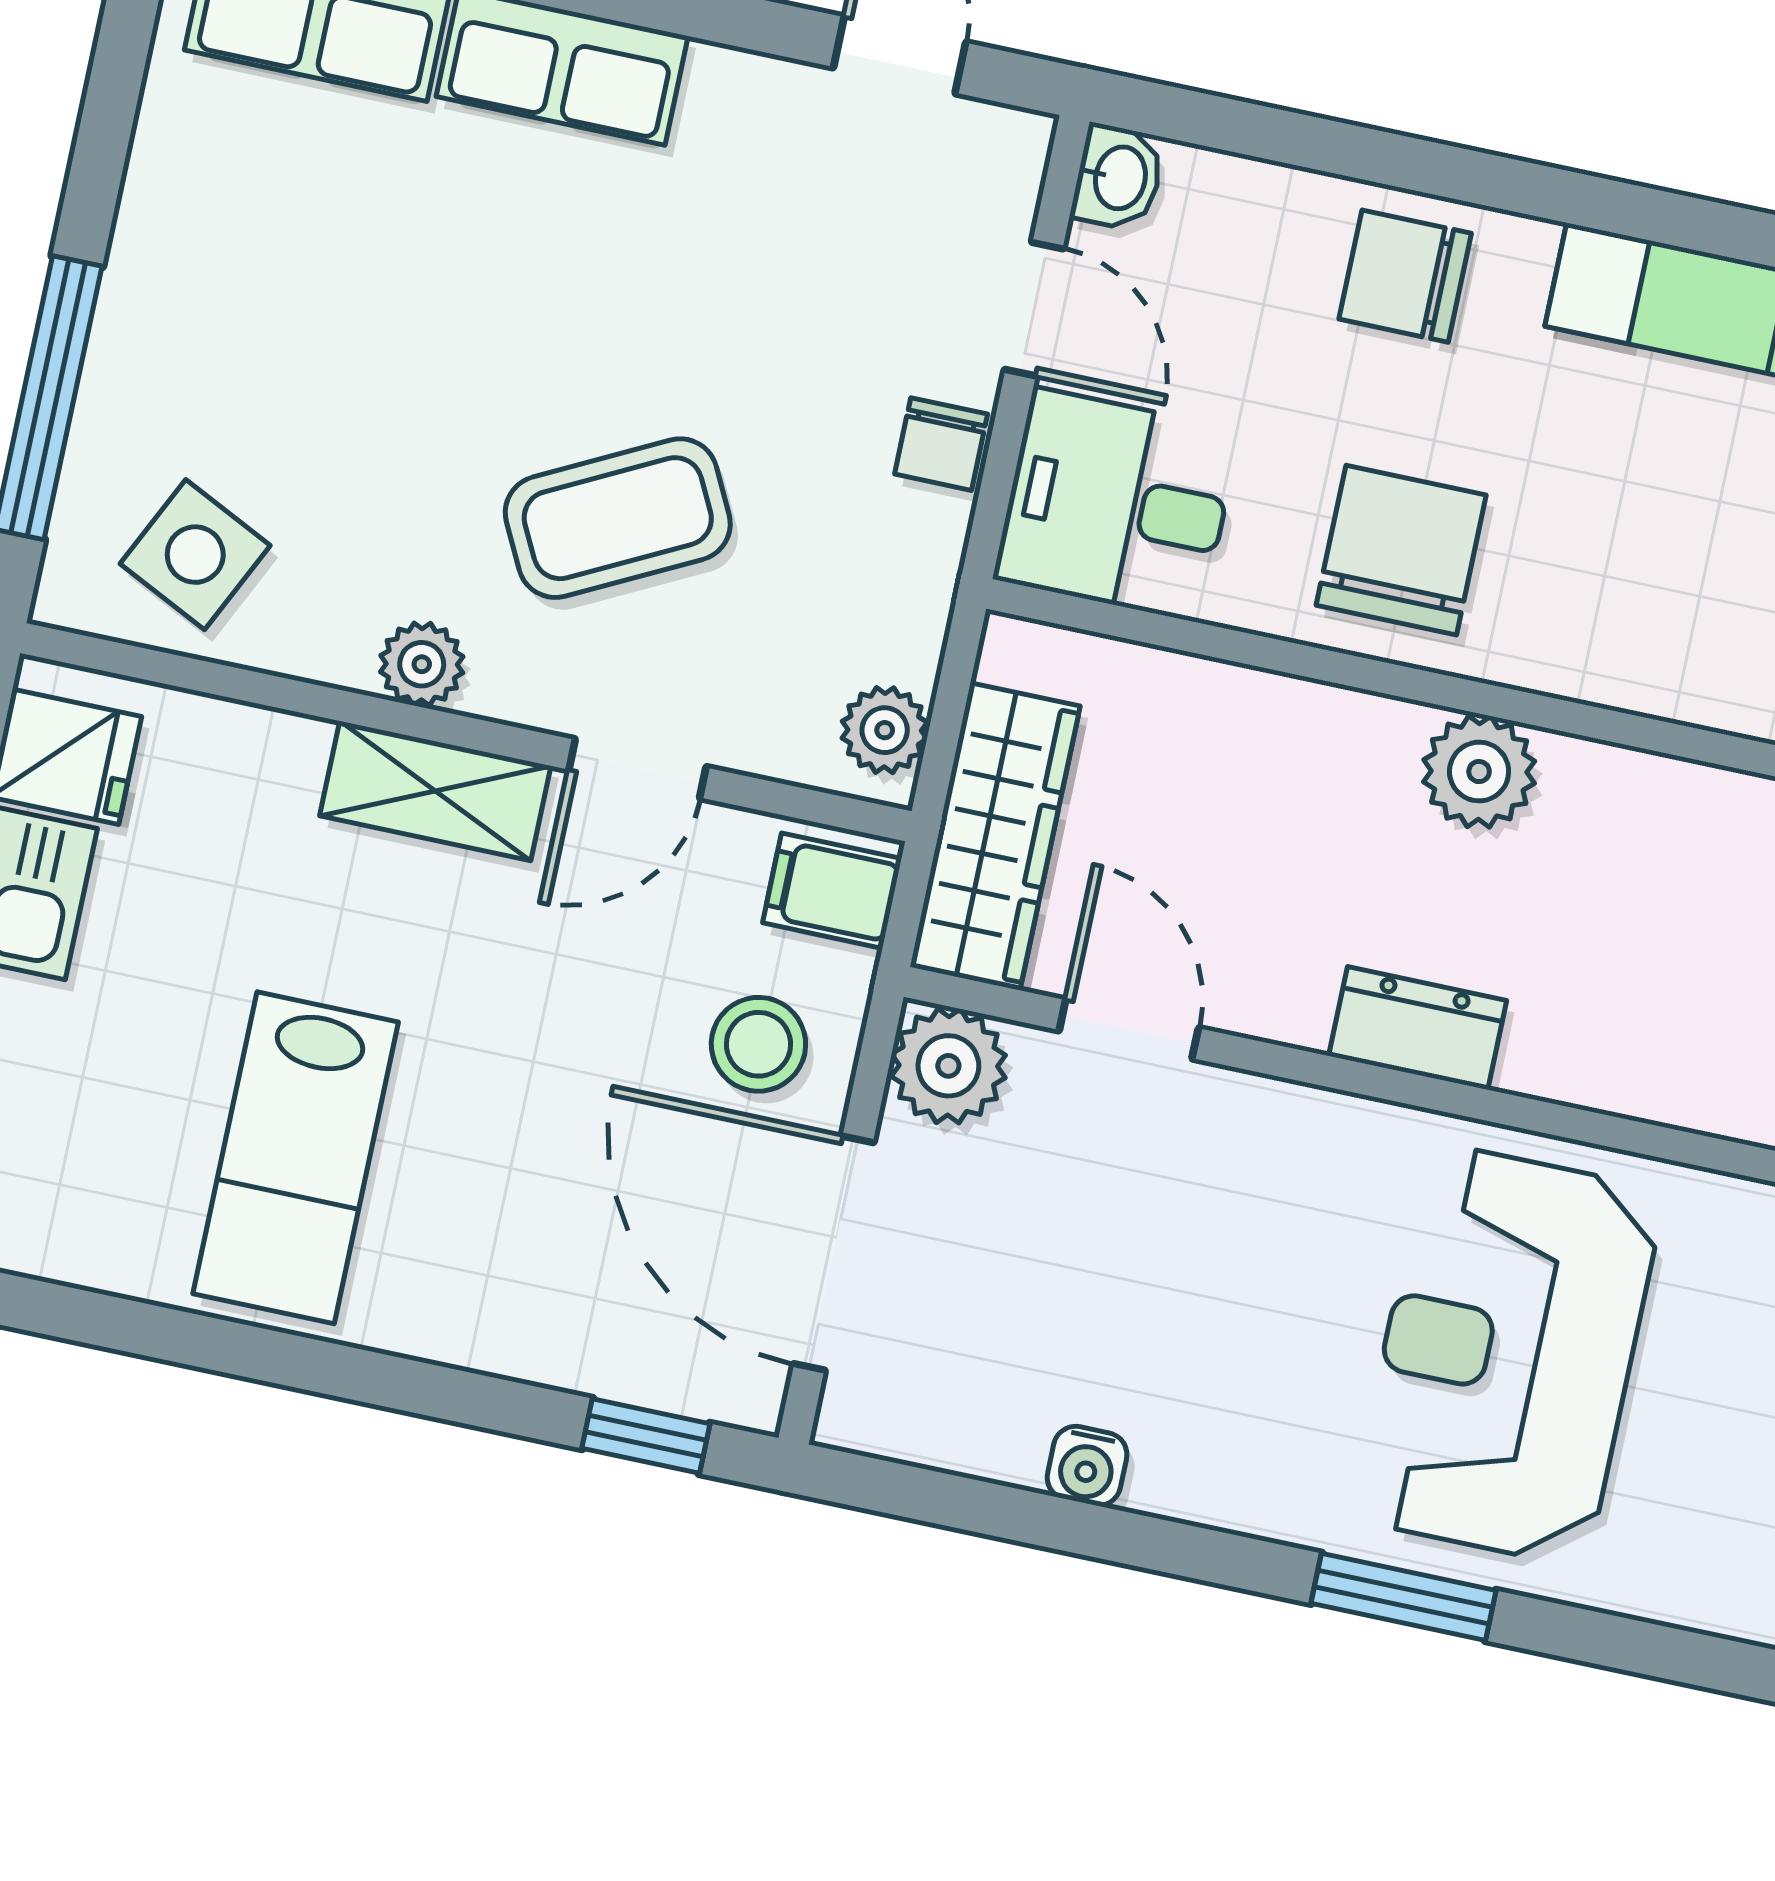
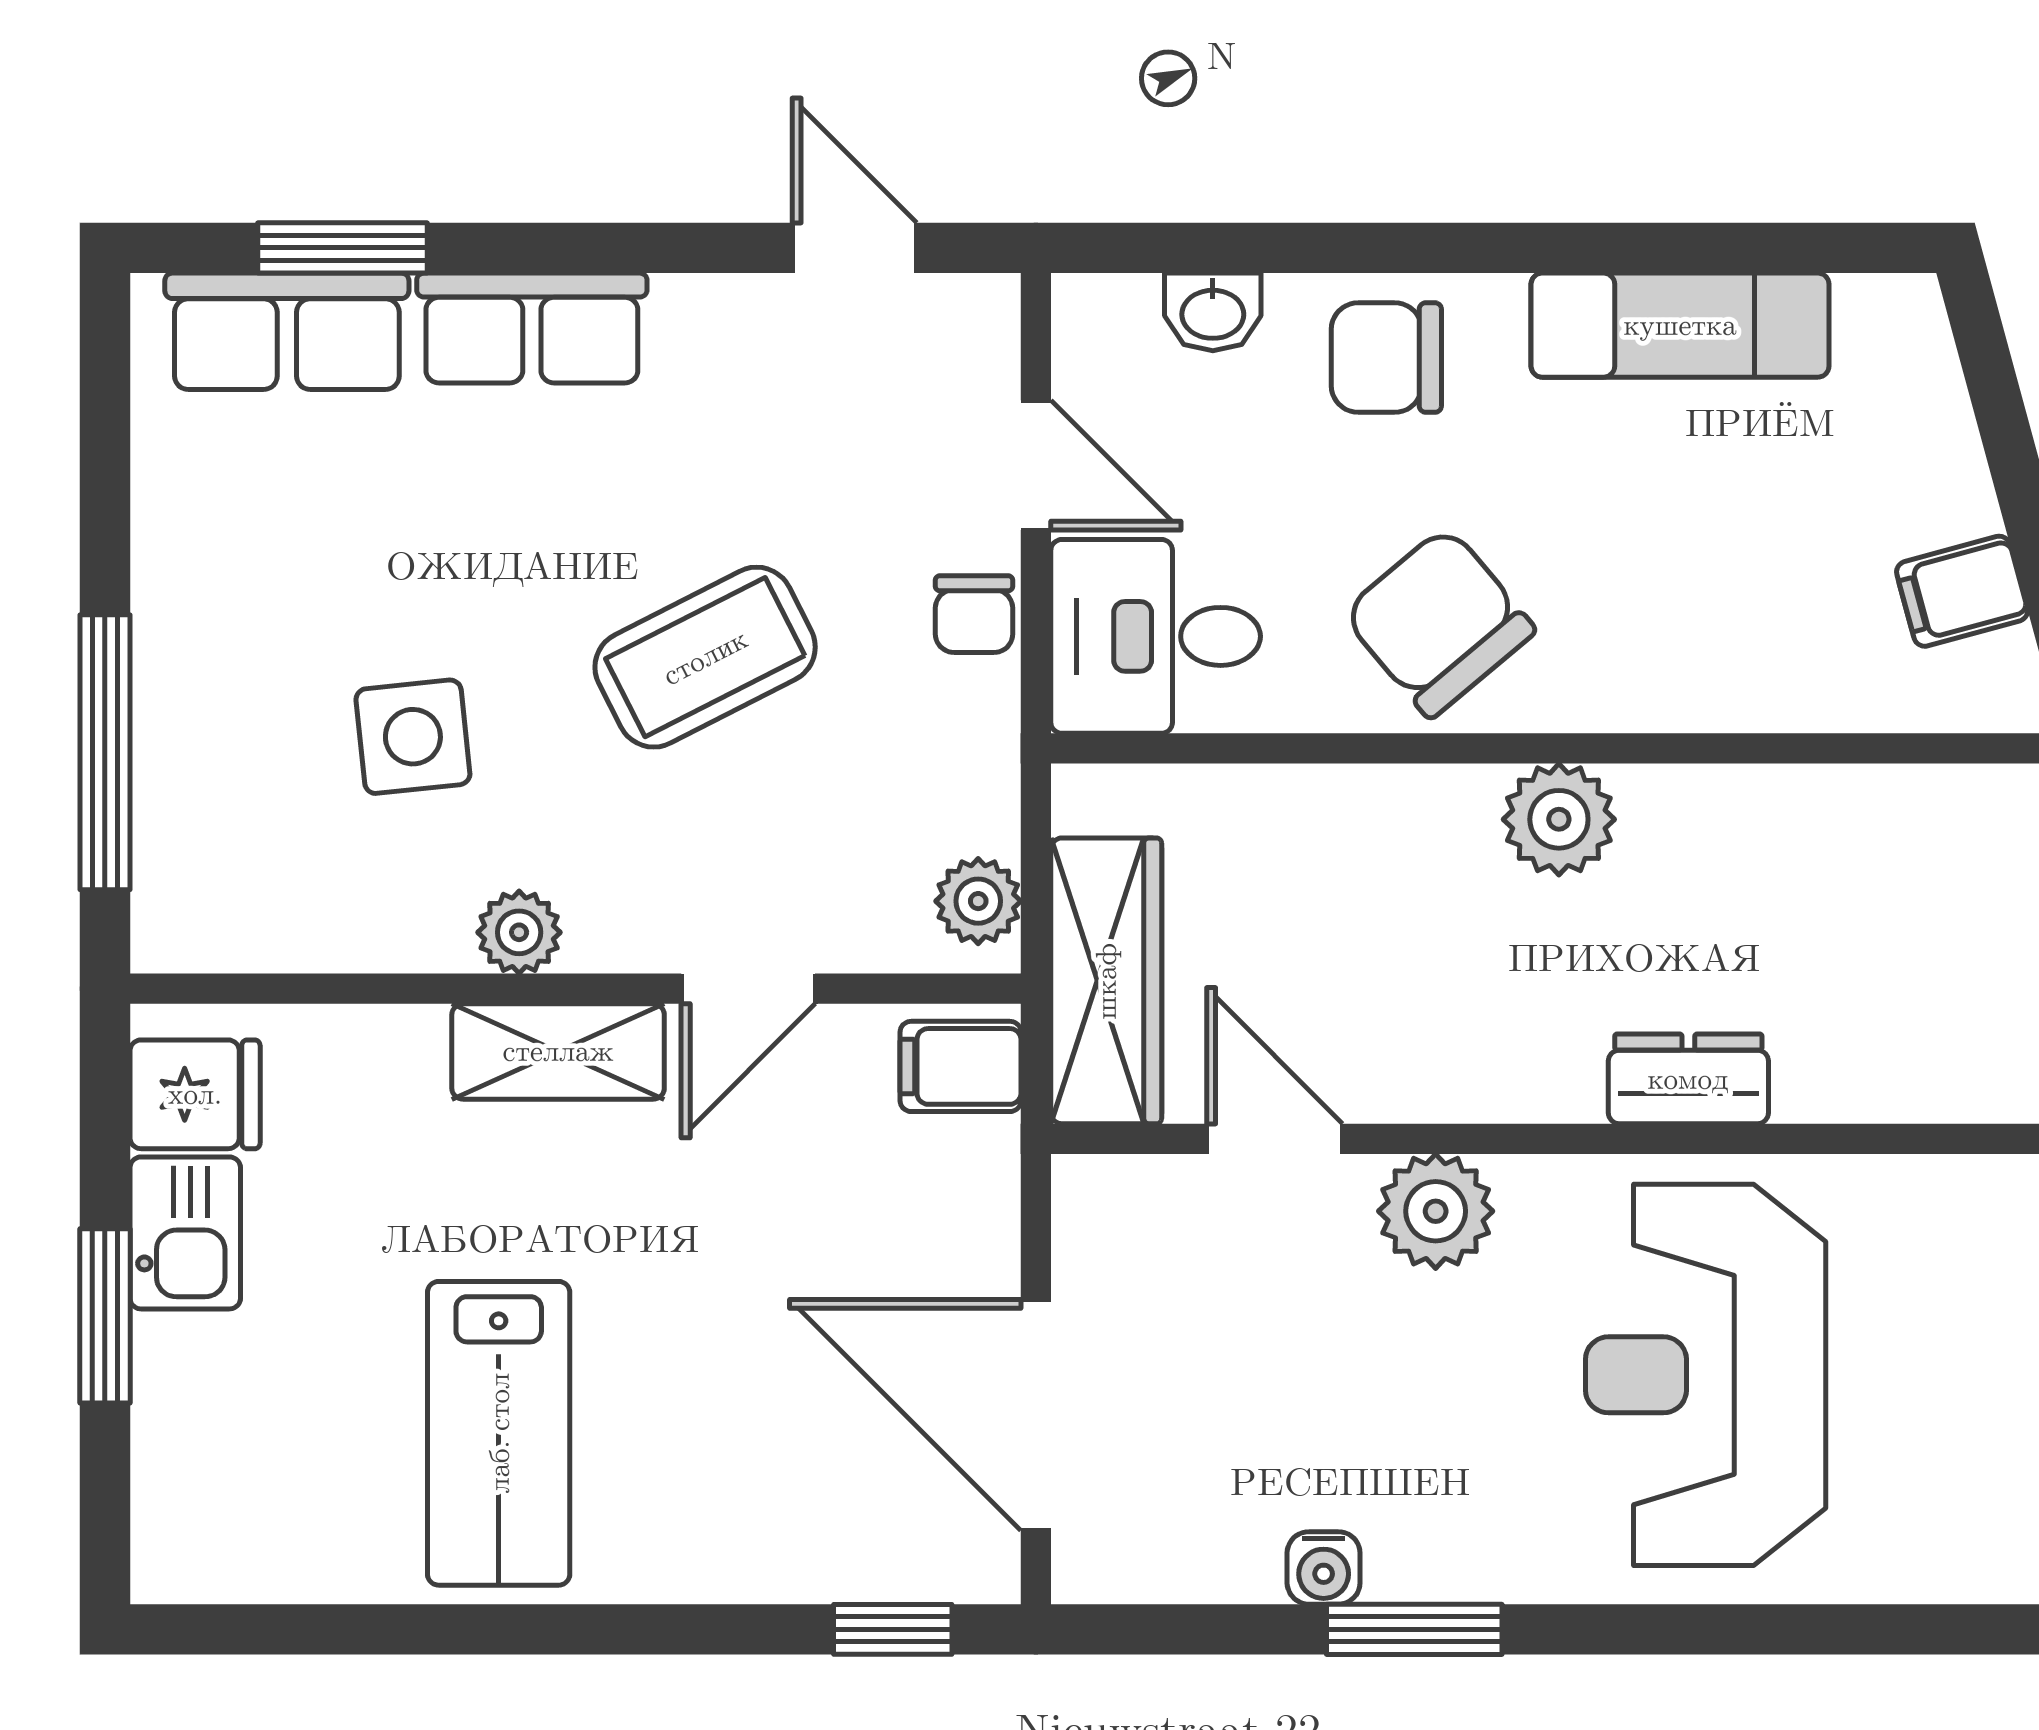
washbasin: (1118, 177) -> (1213, 312), moved, turned 90
coffee table: (618, 518) -> (705, 657), moved
chair: (1401, 550) -> (1439, 622), turned -40
side table: (195, 555) -> (413, 737), moved, turned -32
dresser: (1418, 1028) -> (1688, 1079), moved
stool: (758, 1044) -> (921, 1229), removed
plant: (948, 1066) -> (1436, 1211), moved
window: (1403, 1597) -> (1414, 1629), moved

